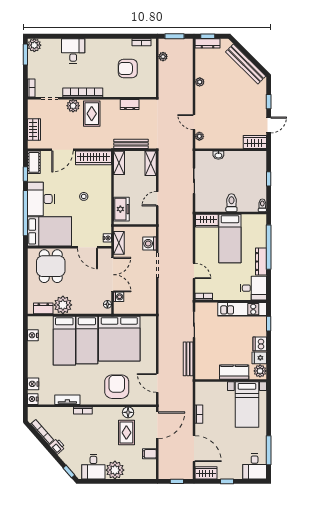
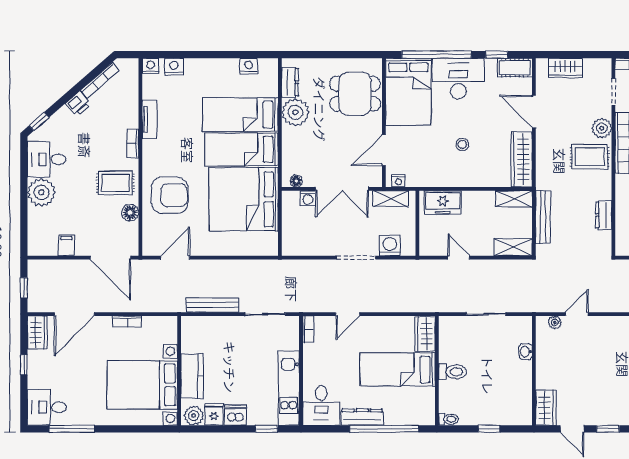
bed with nightstands: (247, 404) -> (142, 385), width x1.36
rug: (126, 433) -> (115, 183), moved

